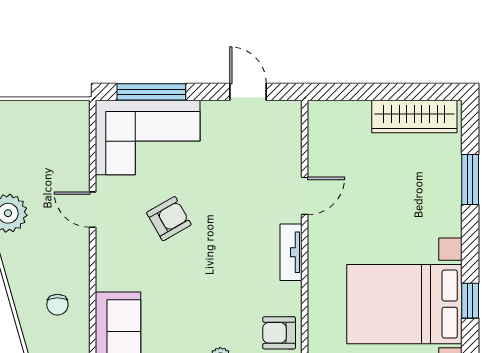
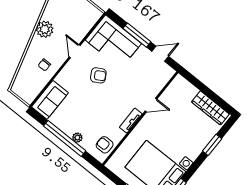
window: (151, 92) -> (137, 35), moved
door: (248, 92) -> (160, 54), hinge flipped
chair: (57, 305) -> (44, 65), moved

